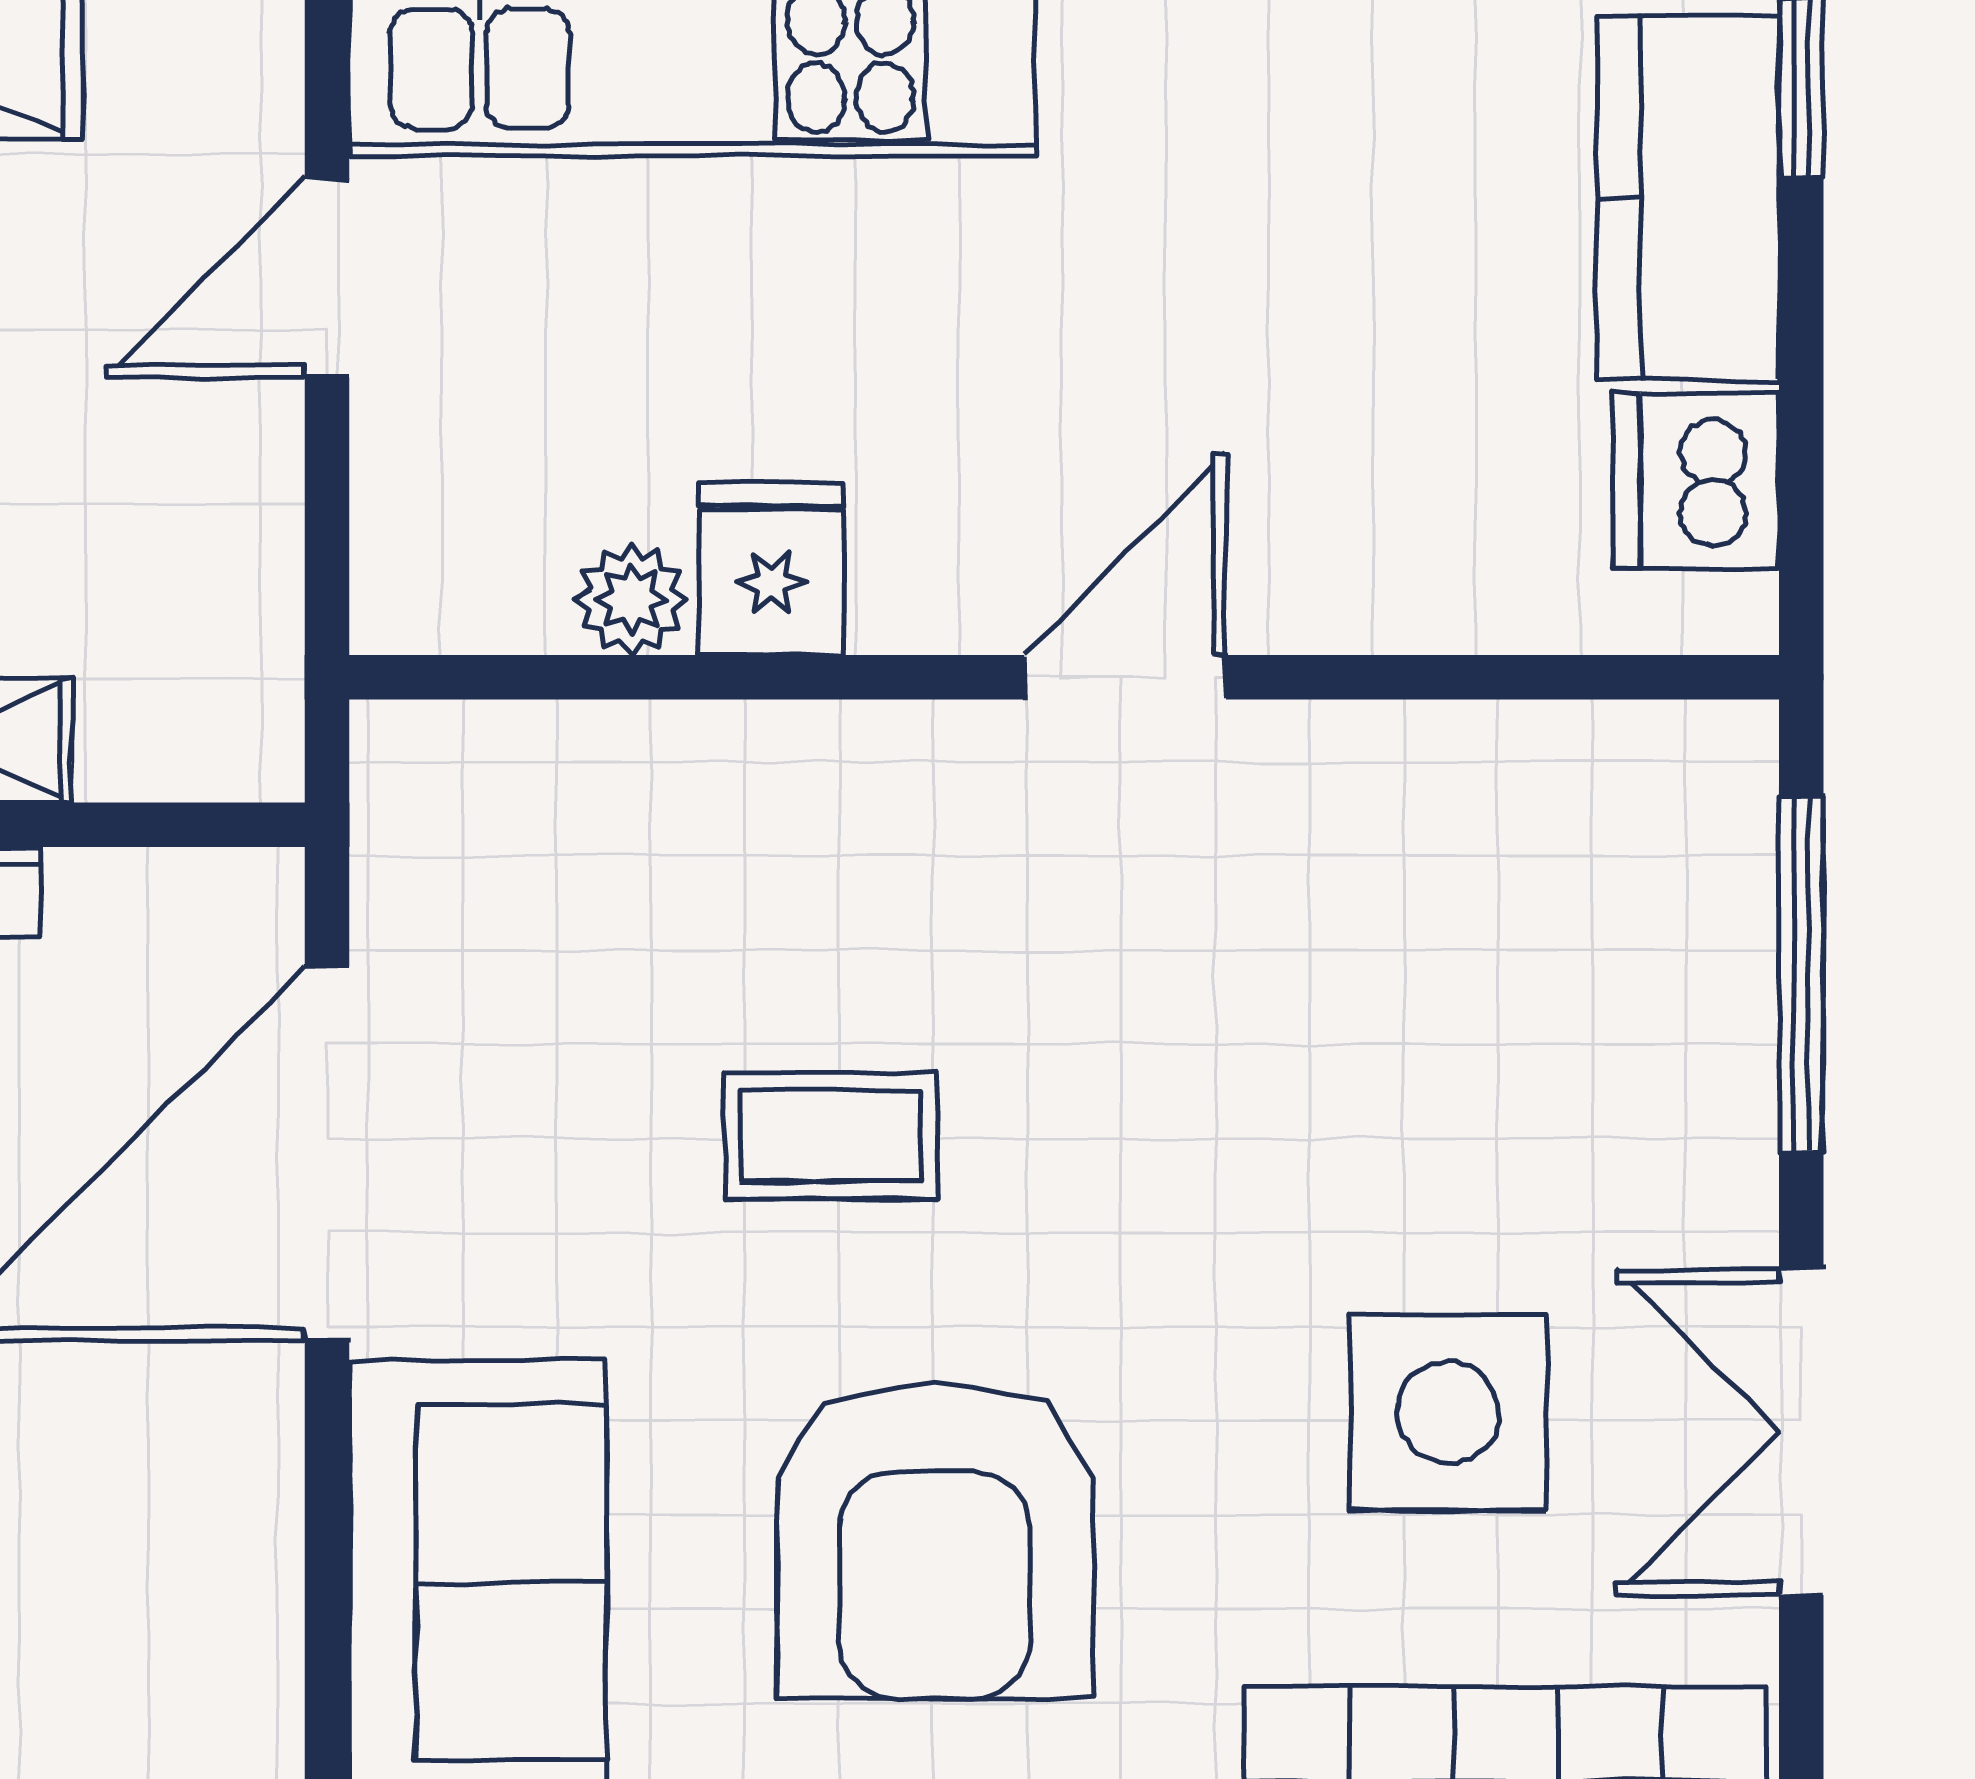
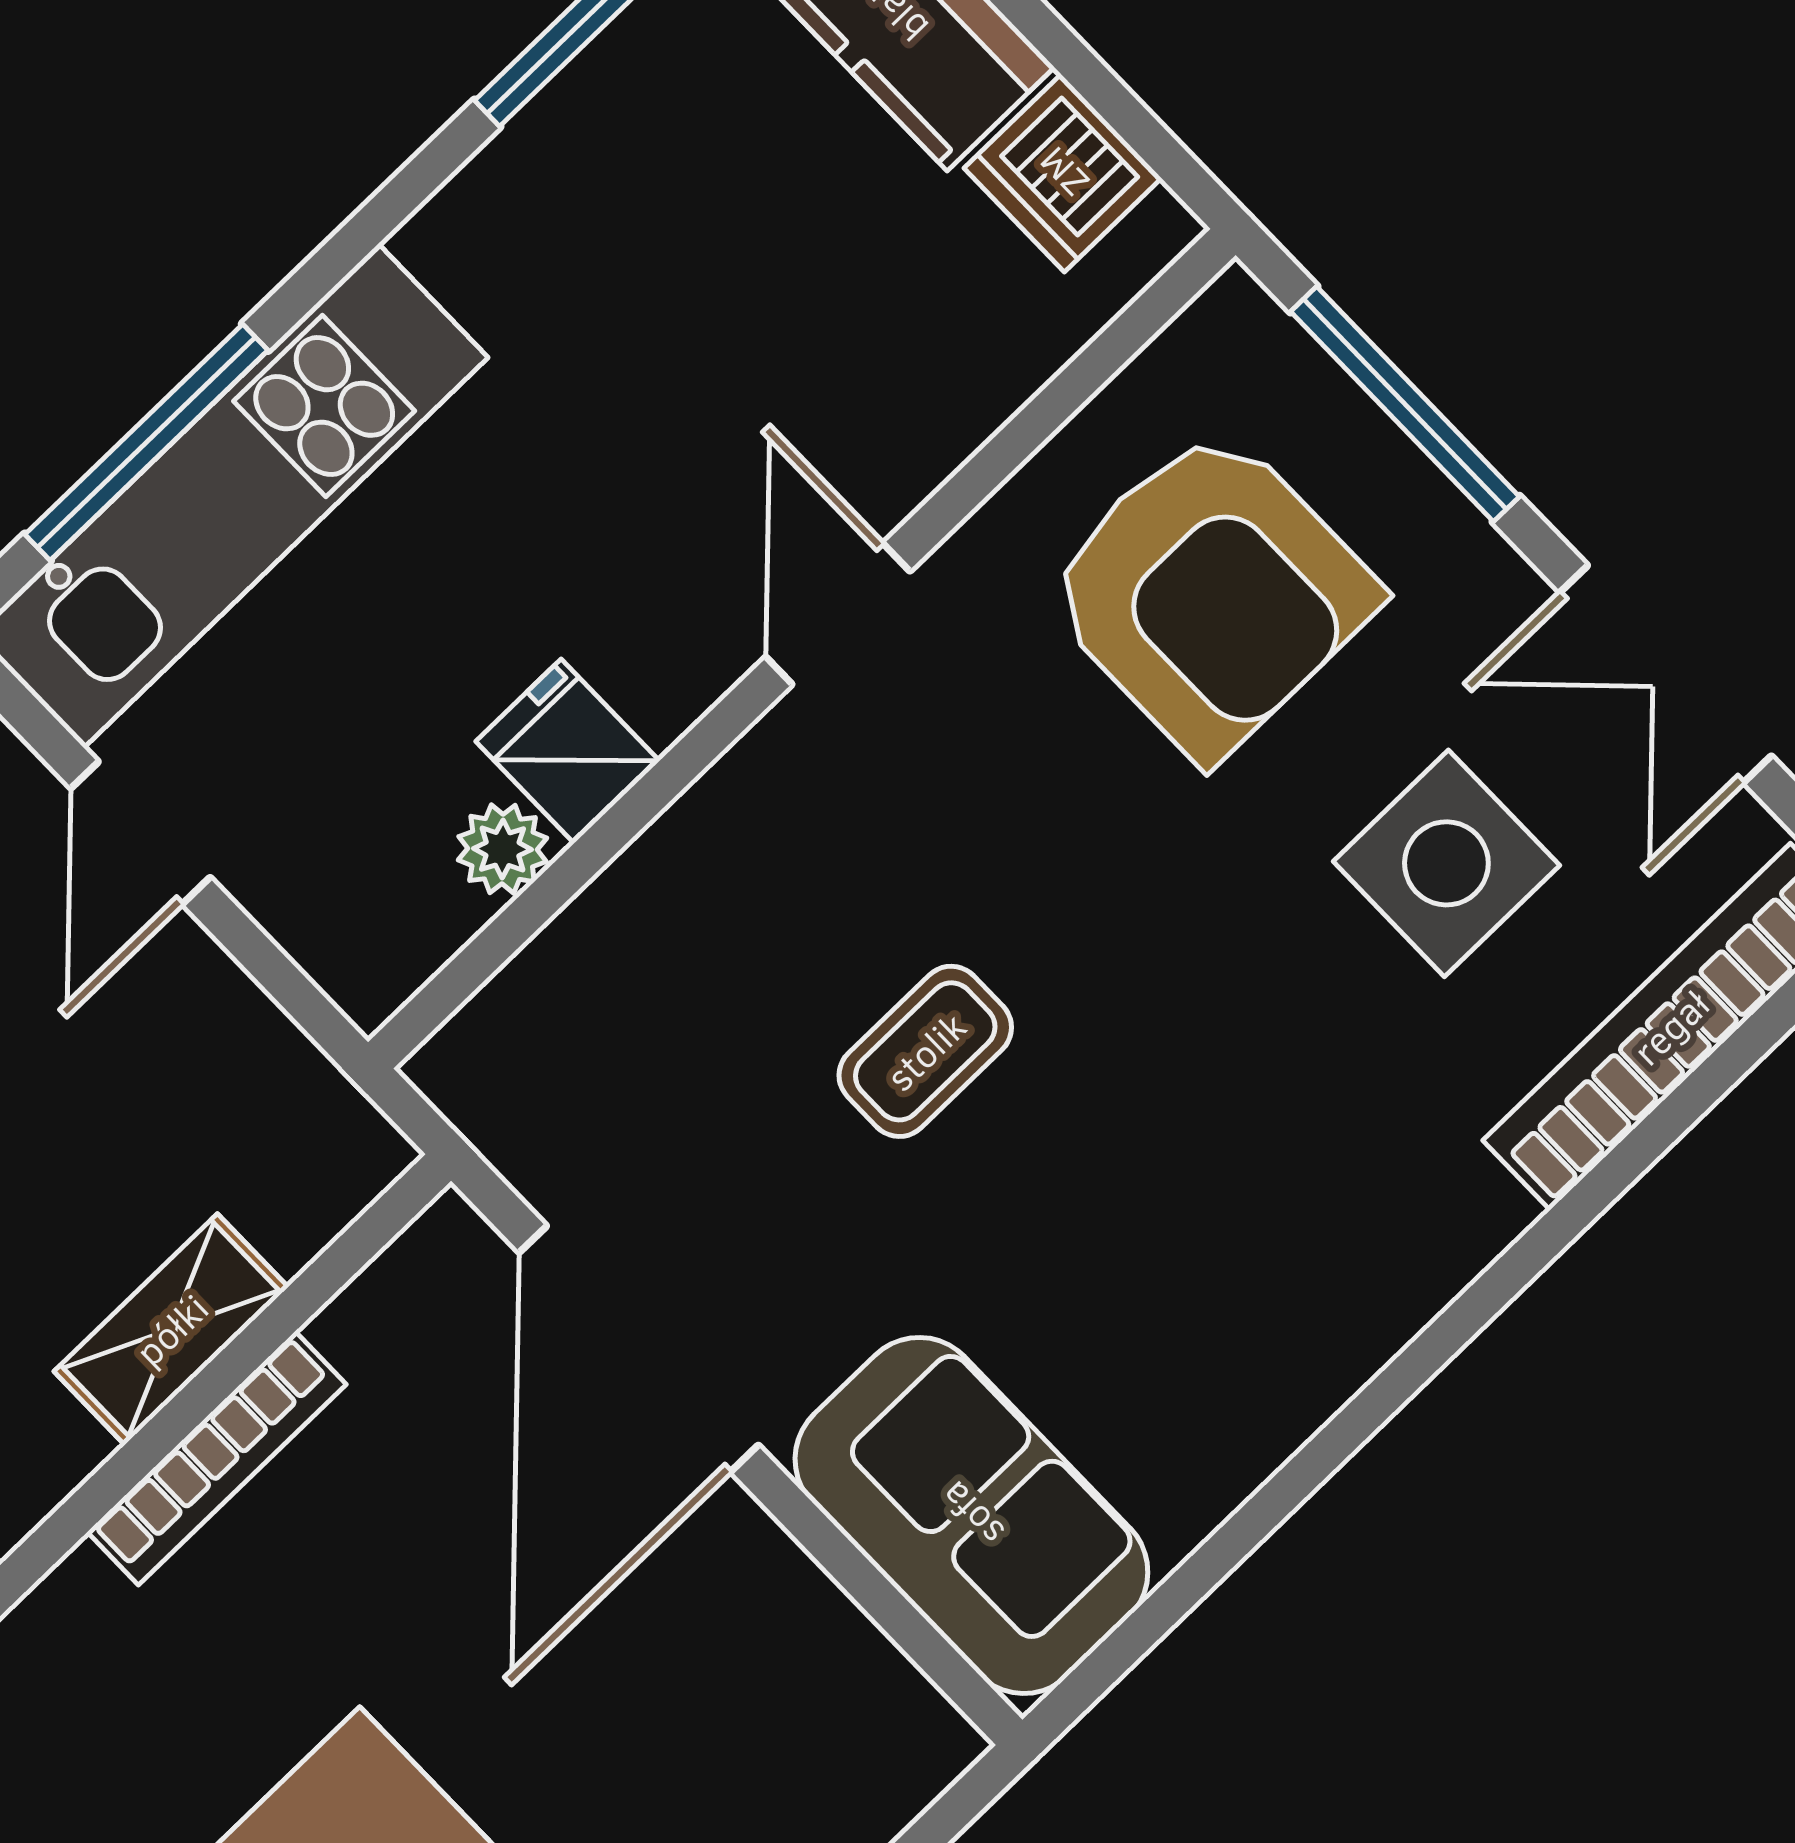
armchair: (935, 1540) -> (1210, 592), moved

